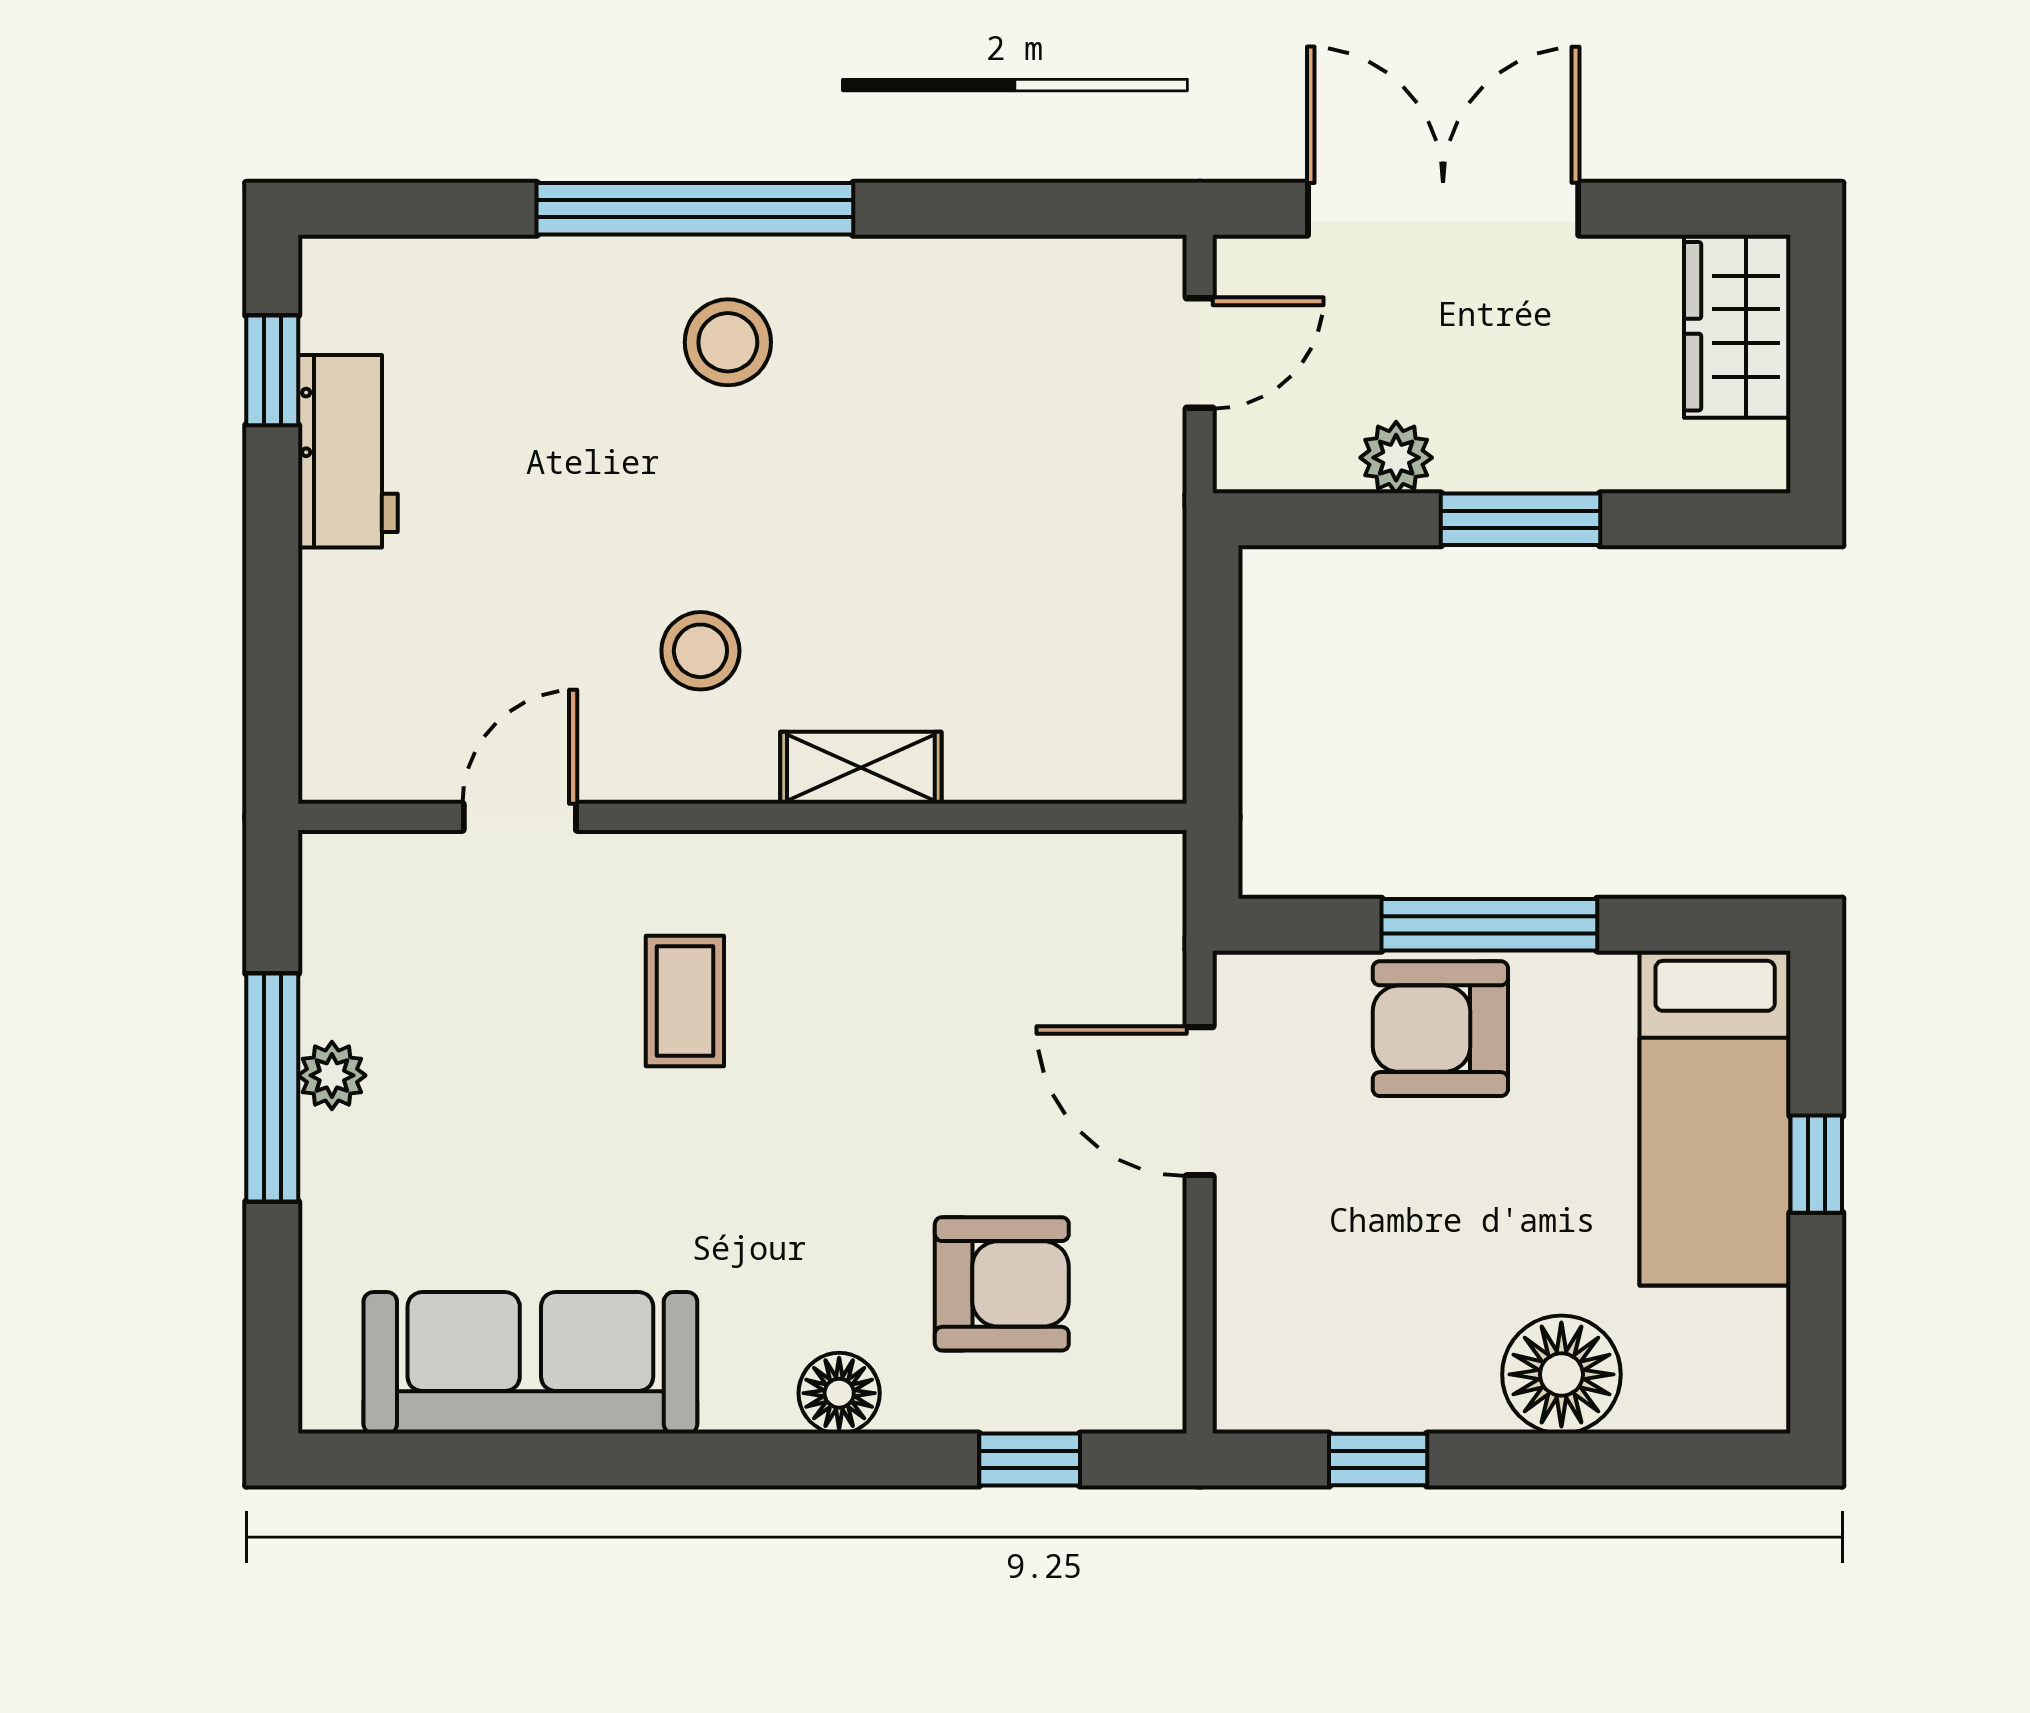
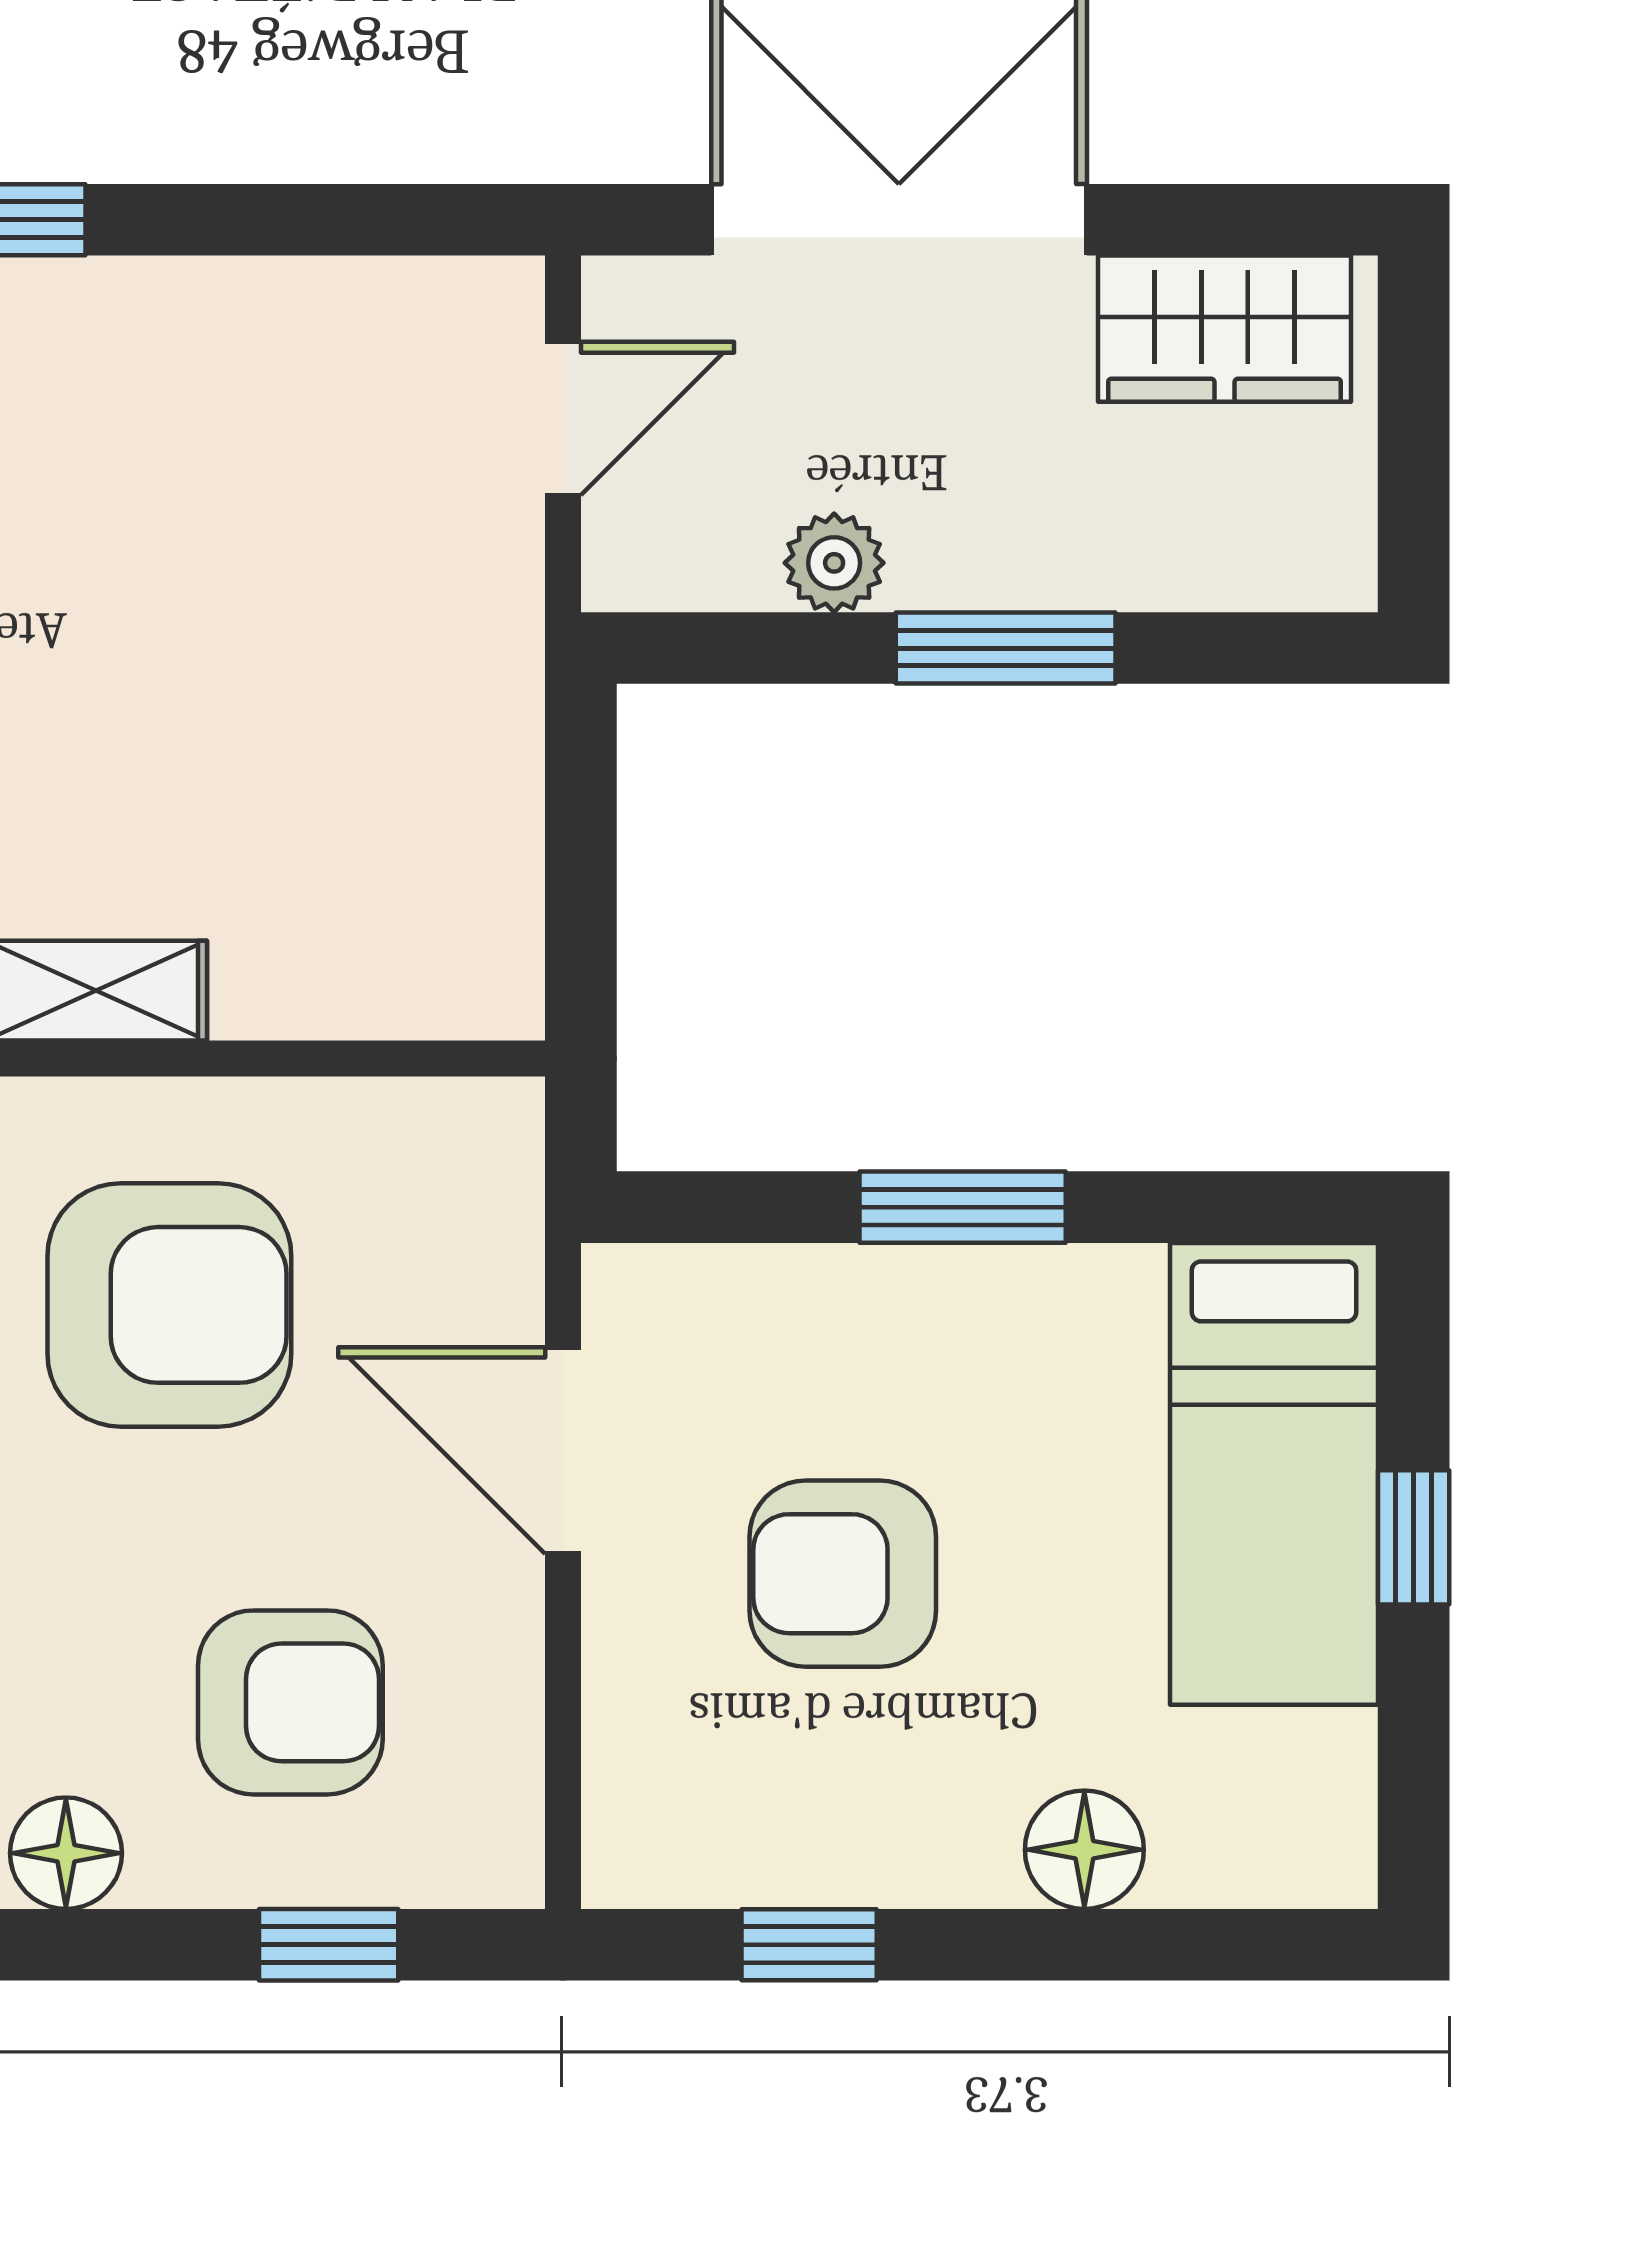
wardrobe: (1737, 326) -> (1224, 329), moved, turned -90
window: (1489, 925) -> (963, 1207), width x0.69
armchair: (914, 996) -> (169, 1305), added
armchair: (1440, 1029) -> (843, 1574), moved
floor lamp: (1561, 1374) -> (1084, 1850), width x0.73, depth x0.73

